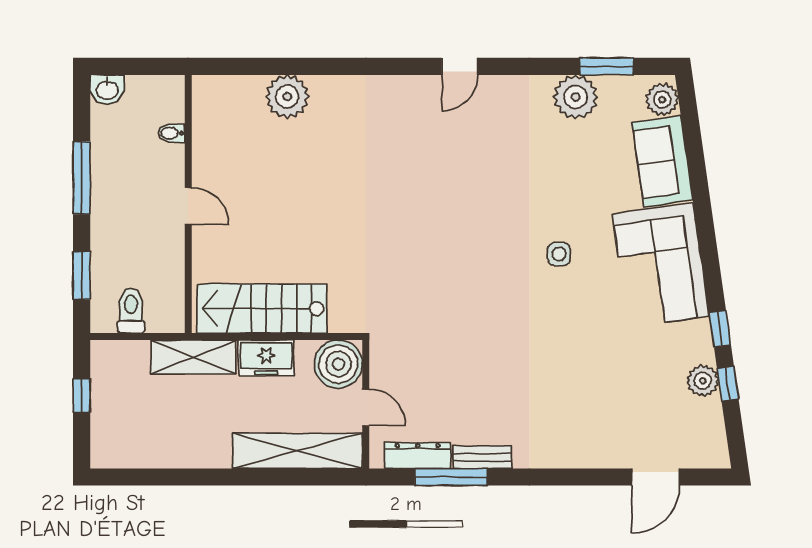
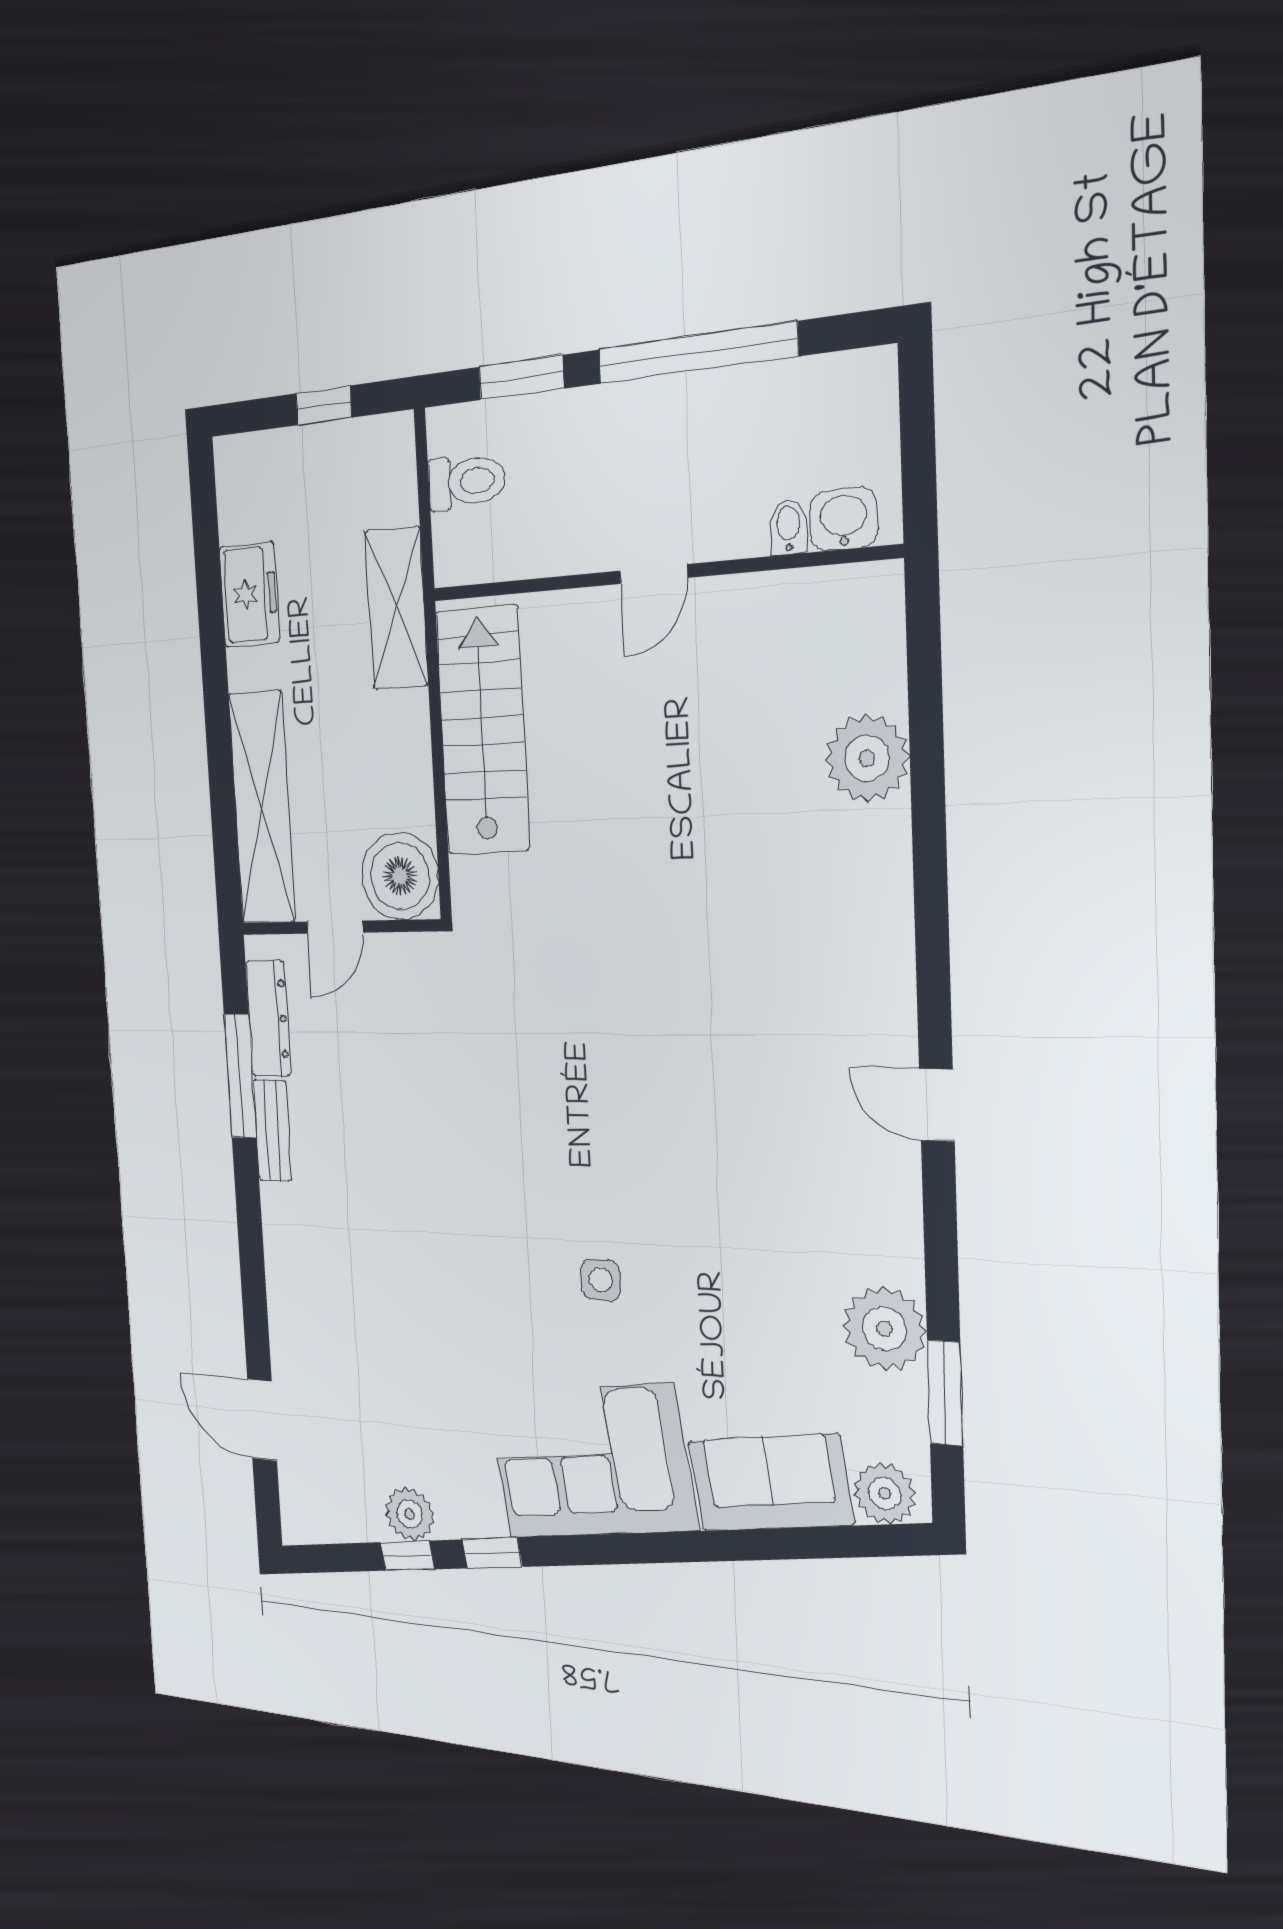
washbasin: (107, 89) -> (844, 519), moved, turned 90
window: (82, 178) -> (697, 353), width x1.46
freezer: (266, 358) -> (249, 594), moved, turned 180

